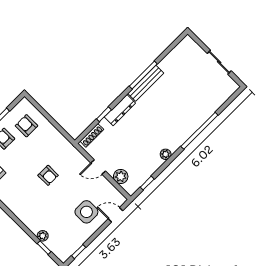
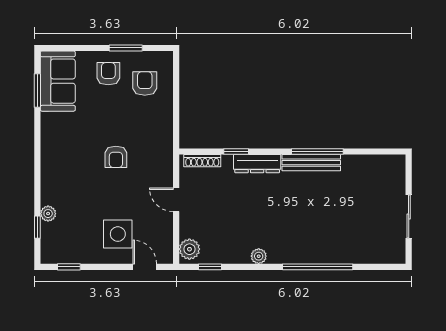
plant: (121, 177) -> (189, 249), moved

